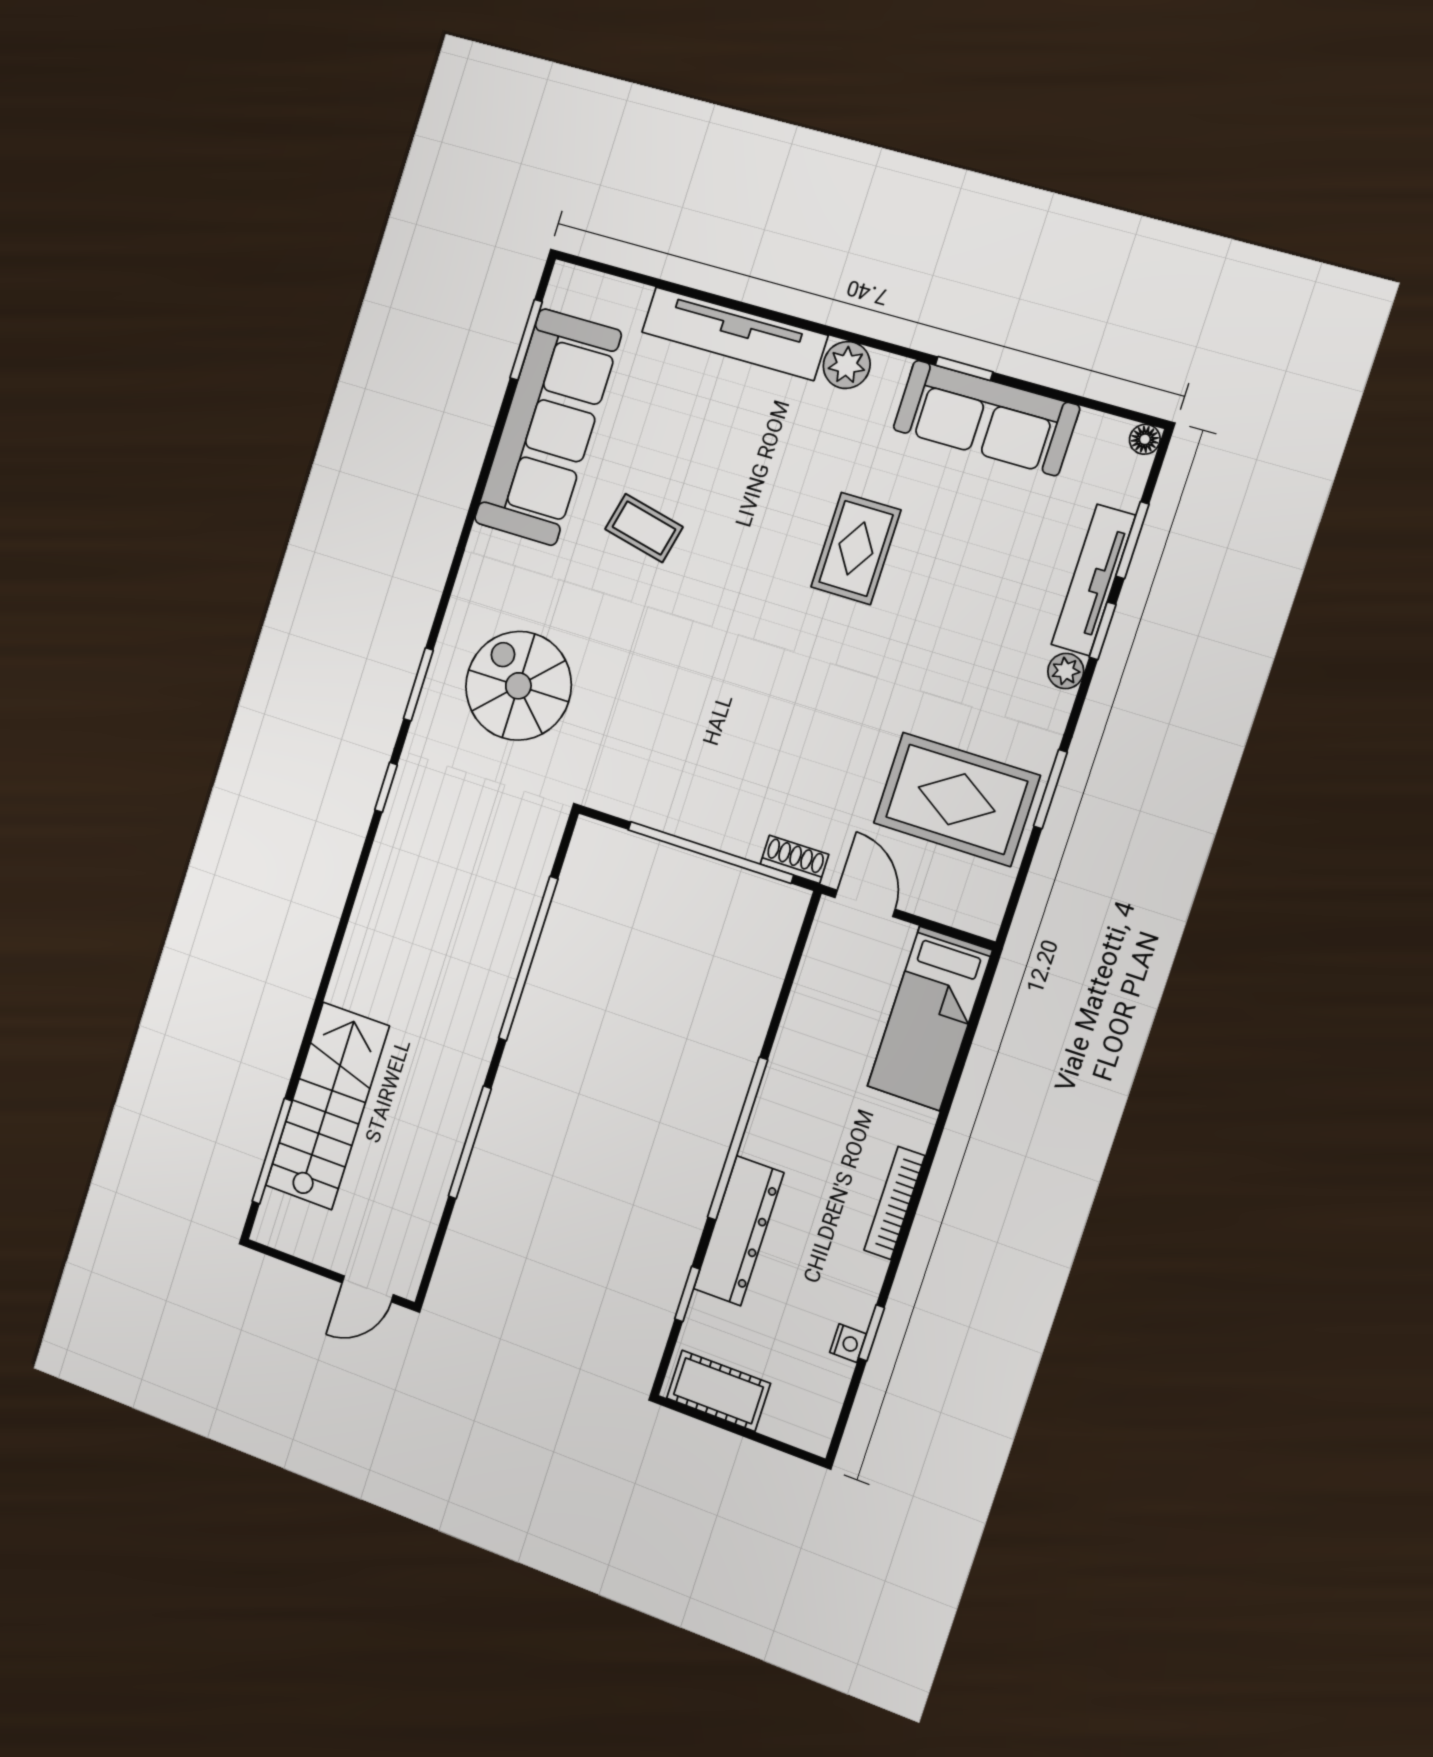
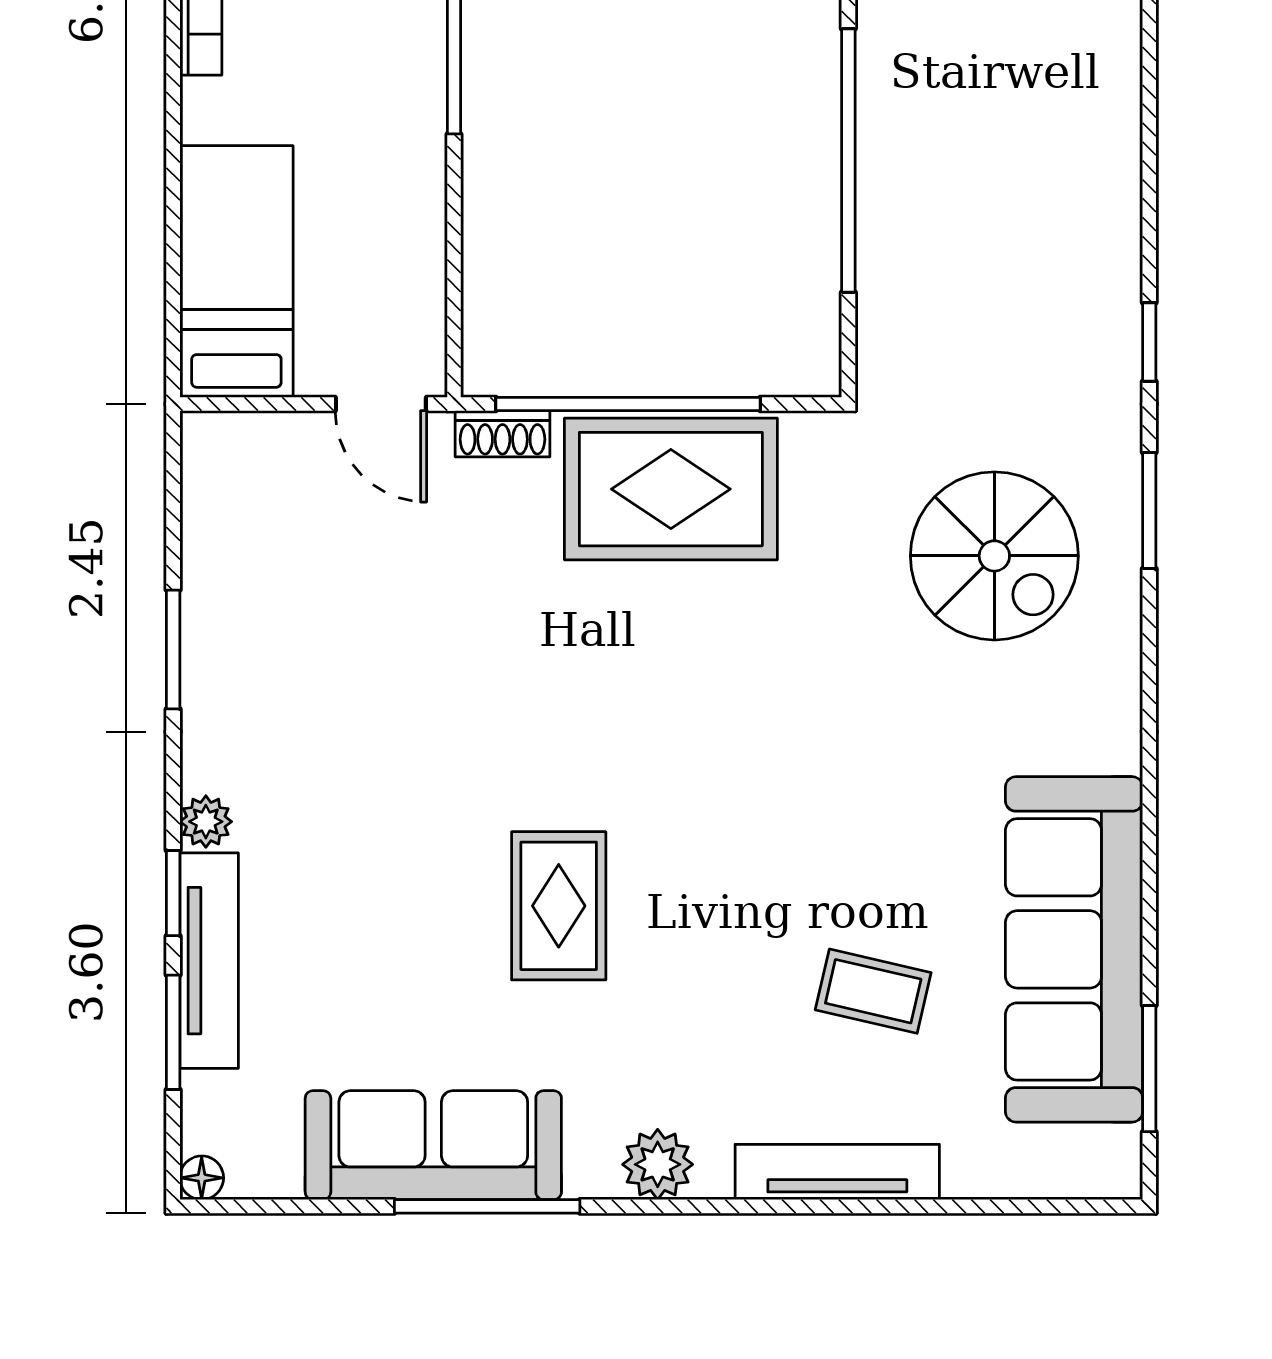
tv unit: (734, 334) -> (837, 1172), width x0.73, depth x0.78
window: (964, 368) -> (487, 1206), width x2.17
coffee table: (644, 528) -> (873, 991), moved
rug: (957, 799) -> (671, 489), moved

